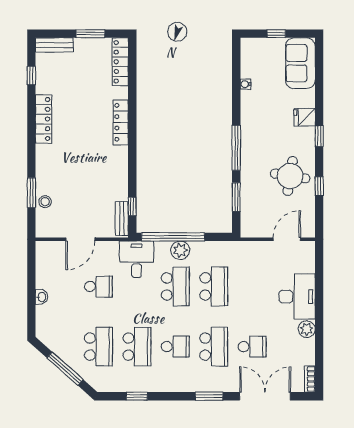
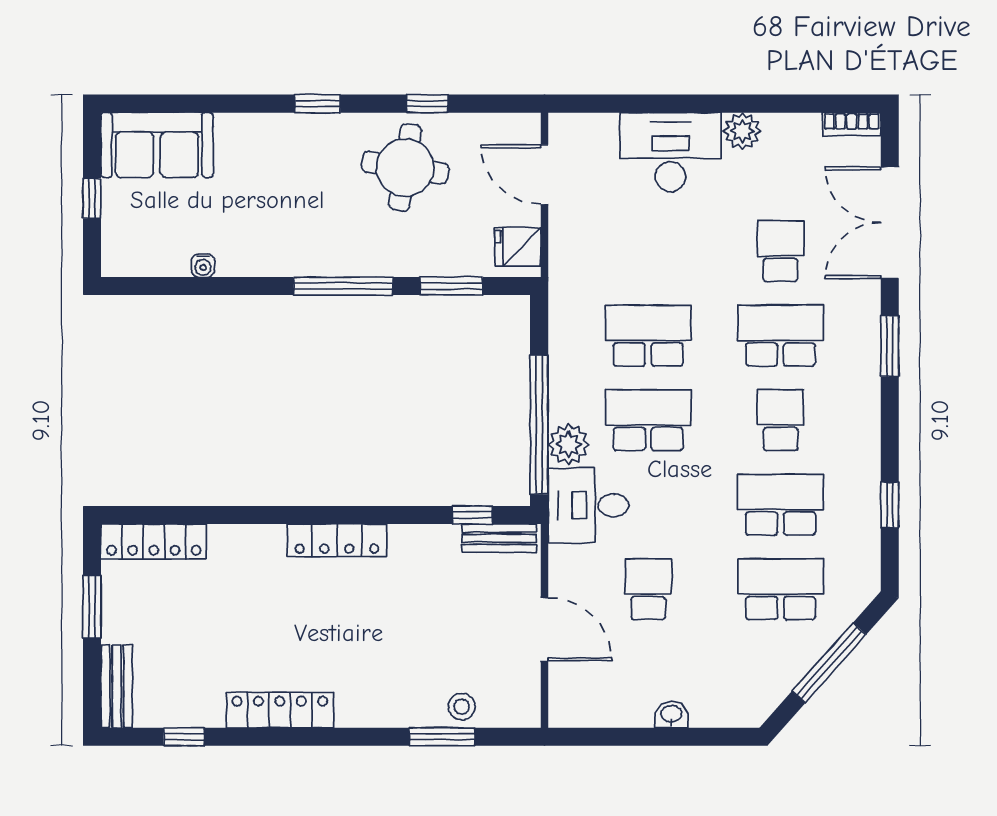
fridge: (305, 117) -> (518, 247), moved, turned 90
locker: (121, 122) -> (337, 540), moved
plant: (180, 250) -> (569, 444), moved

